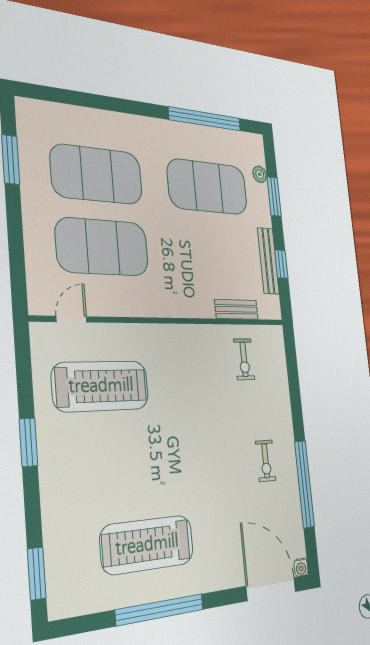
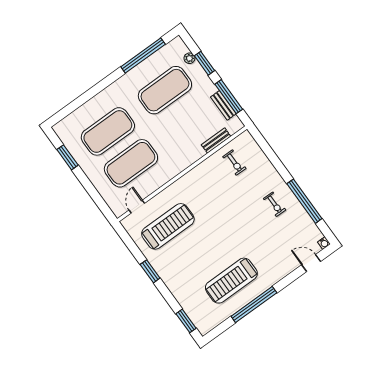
bench: (268, 261) -> (223, 105), width x0.73
window: (281, 264) -> (229, 97), width x2.17
door: (271, 589) -> (311, 263), width x0.53

